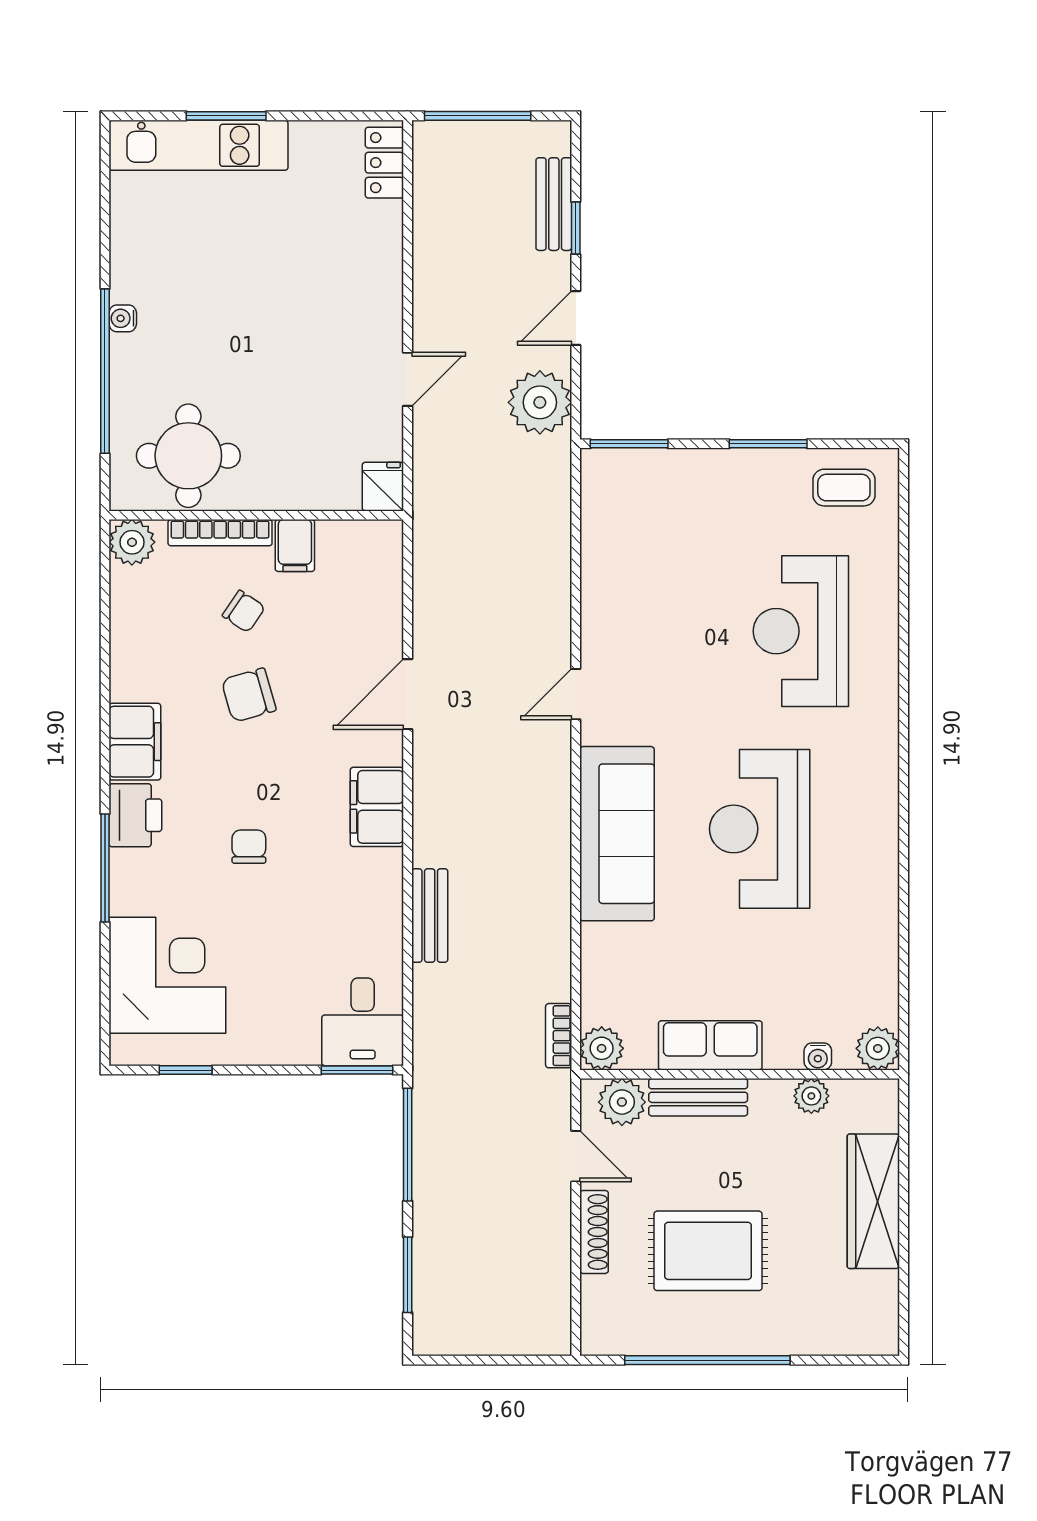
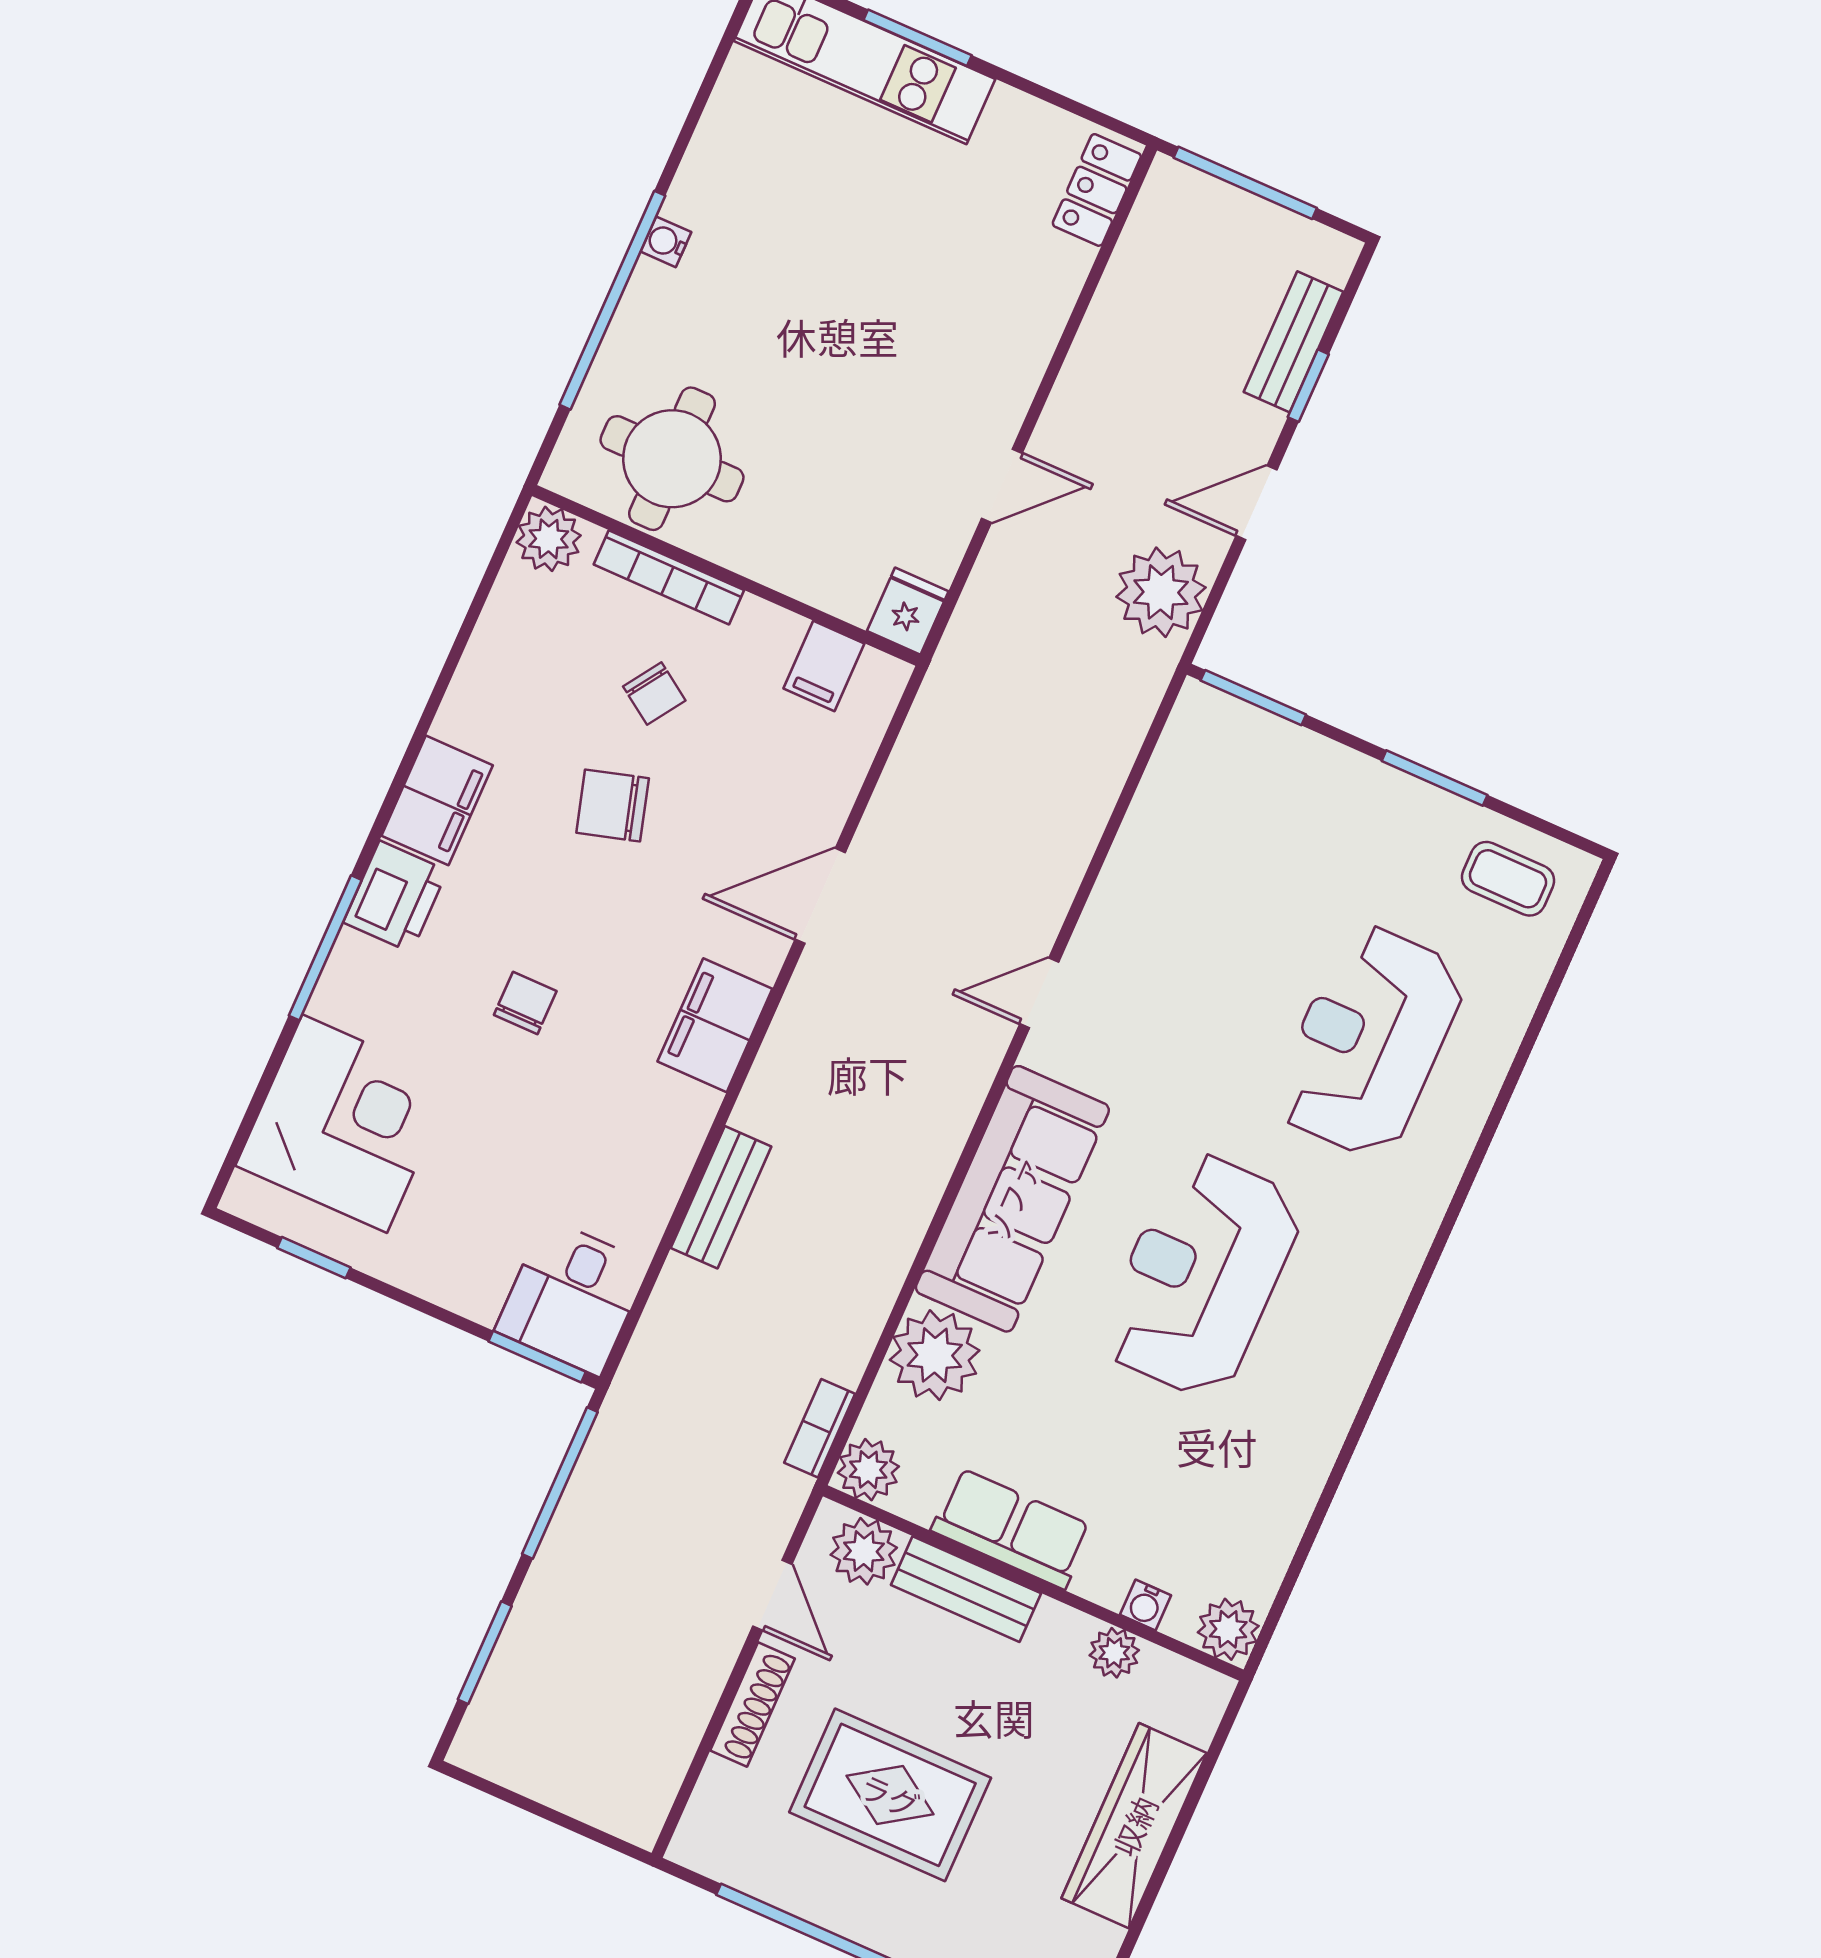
filing cabinet: (295, 546) -> (824, 666), moved
plant: (612, 956) -> (935, 1355), added

